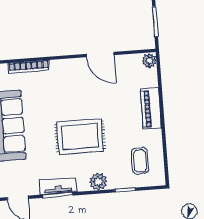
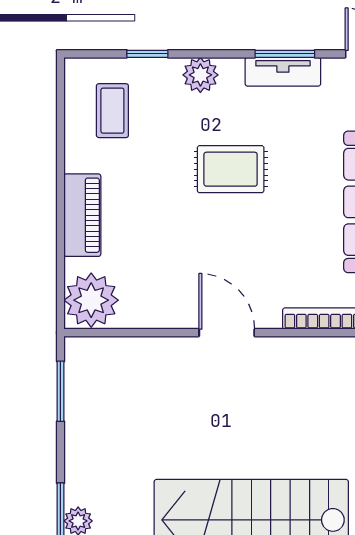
door: (100, 55) -> (227, 333), moved
plant: (149, 61) -> (91, 300), width x1.87, depth x1.87
rug: (80, 137) -> (231, 169), width x0.73, depth x0.70

